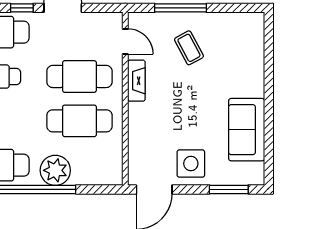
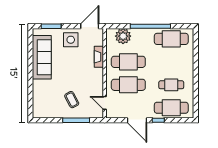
fireplace: (136, 81) -> (99, 57), moved
sofa: (247, 130) -> (42, 57), width x1.36
plant: (55, 170) -> (123, 36), moved

